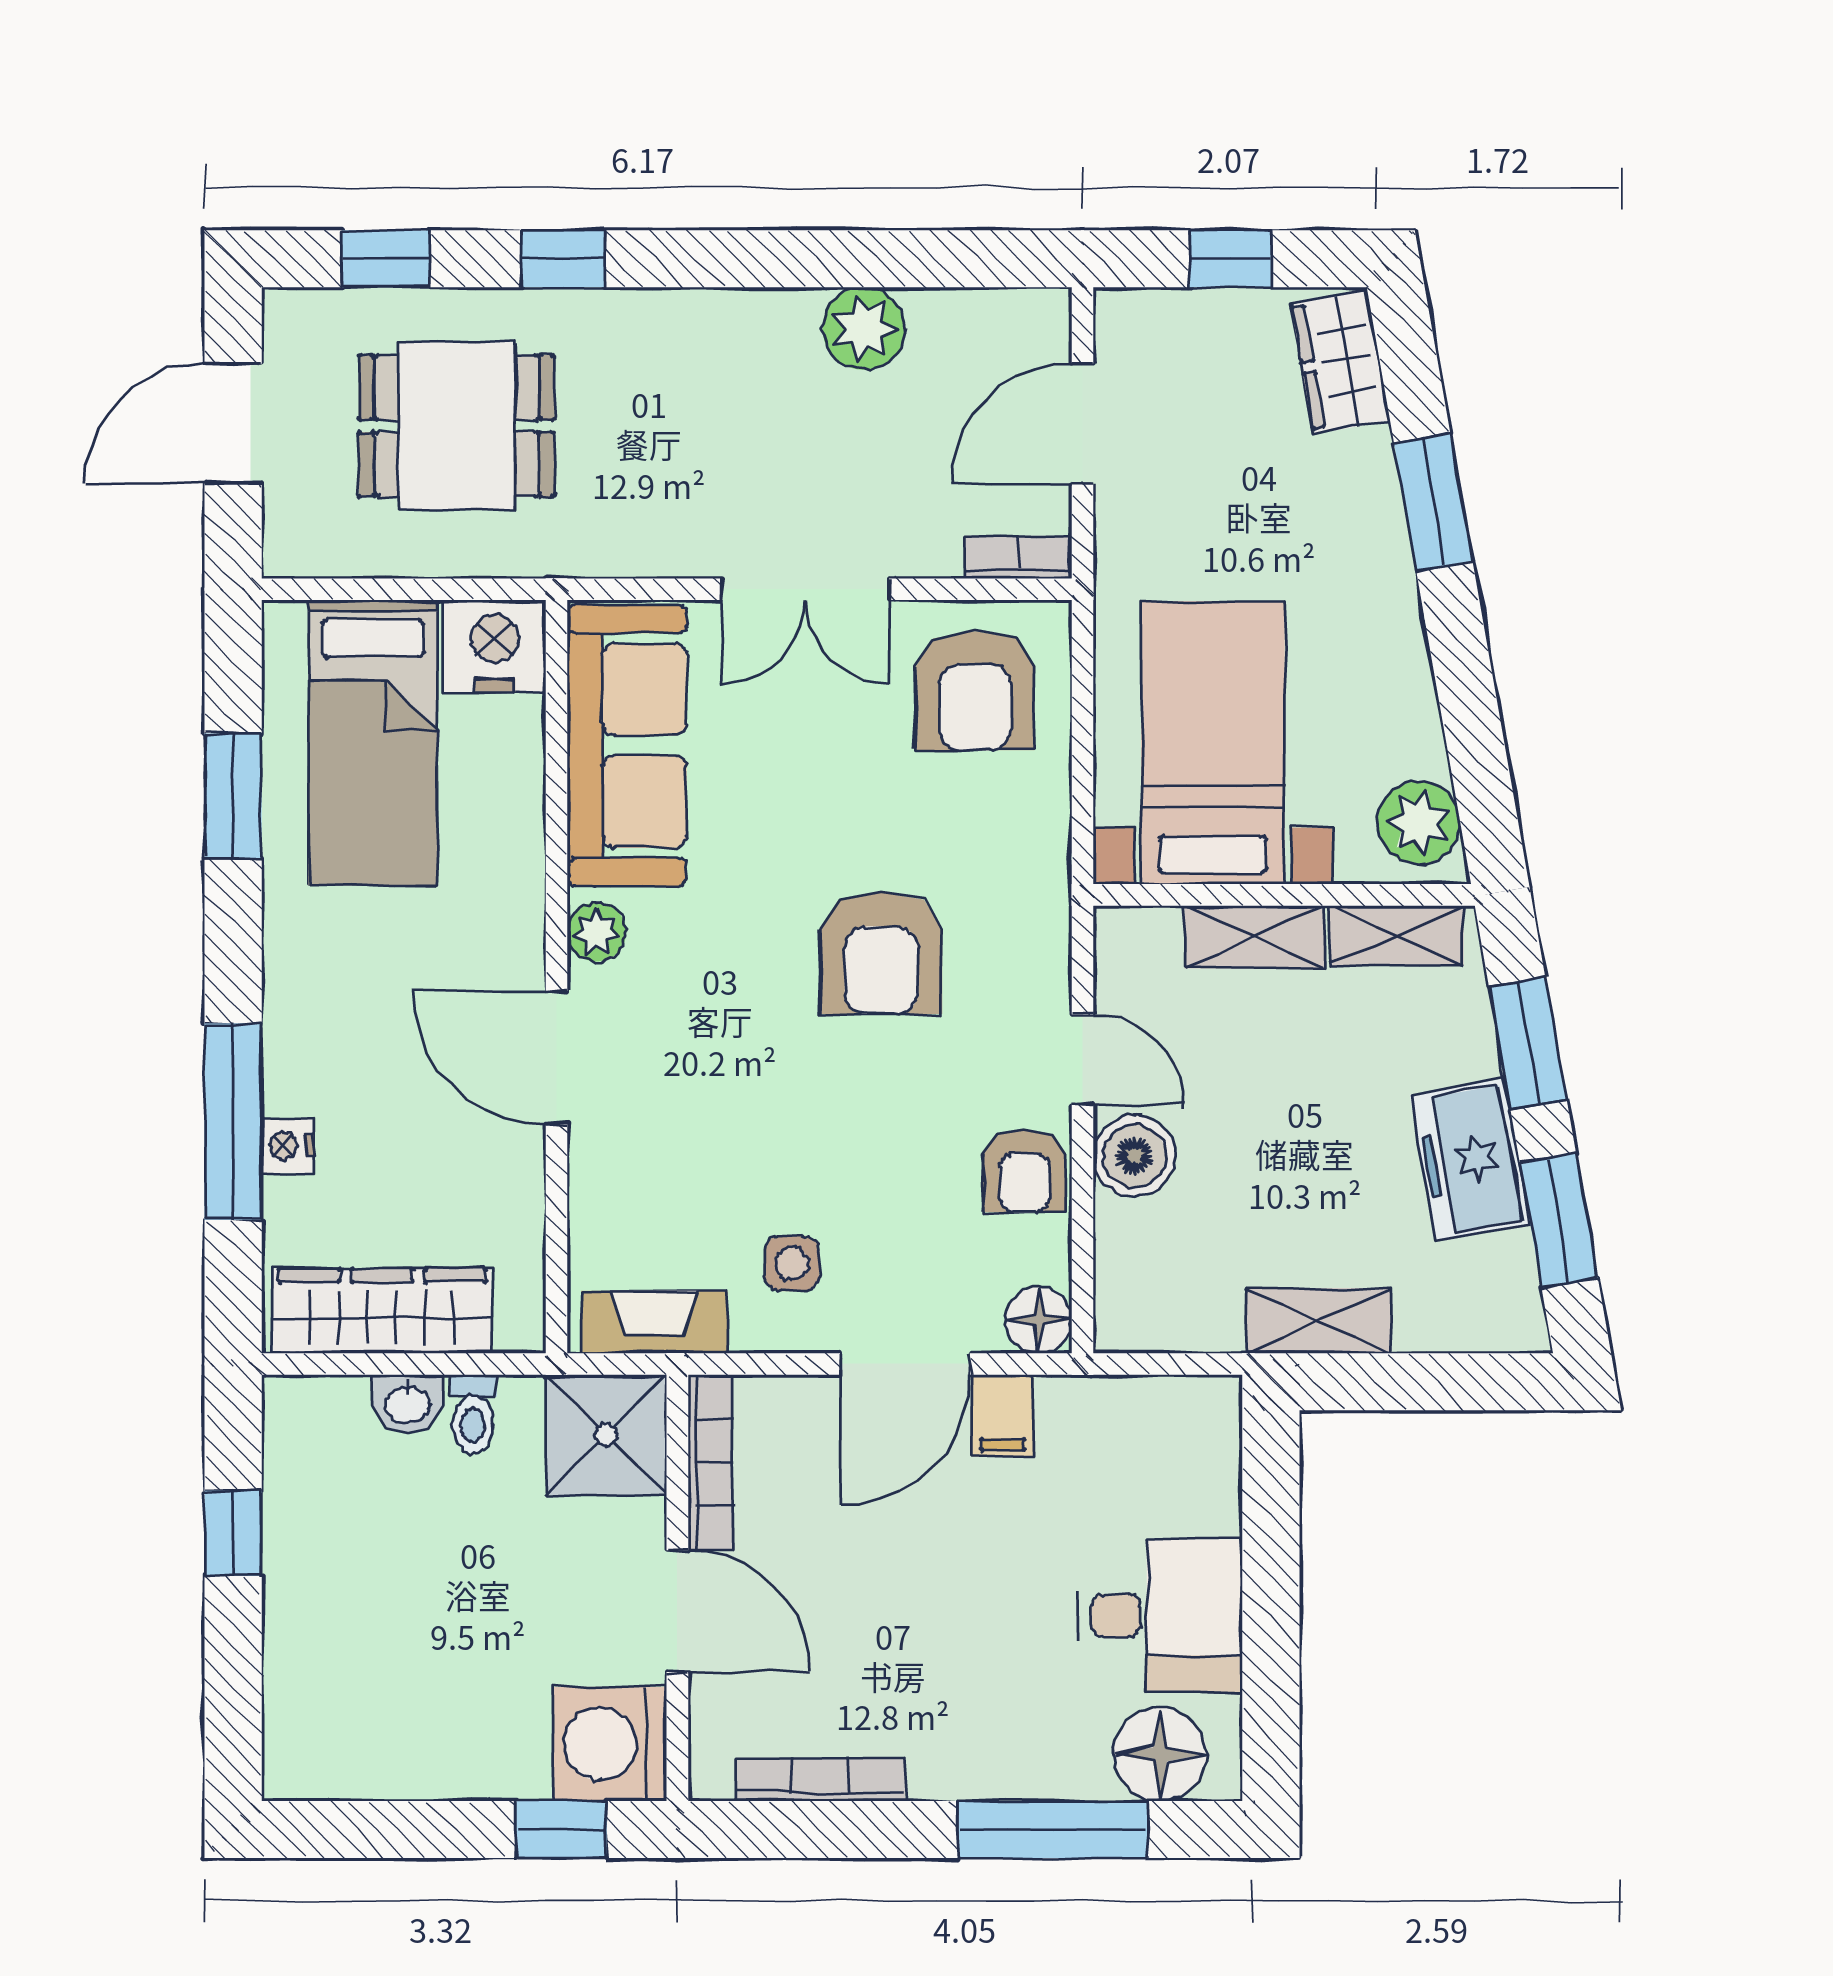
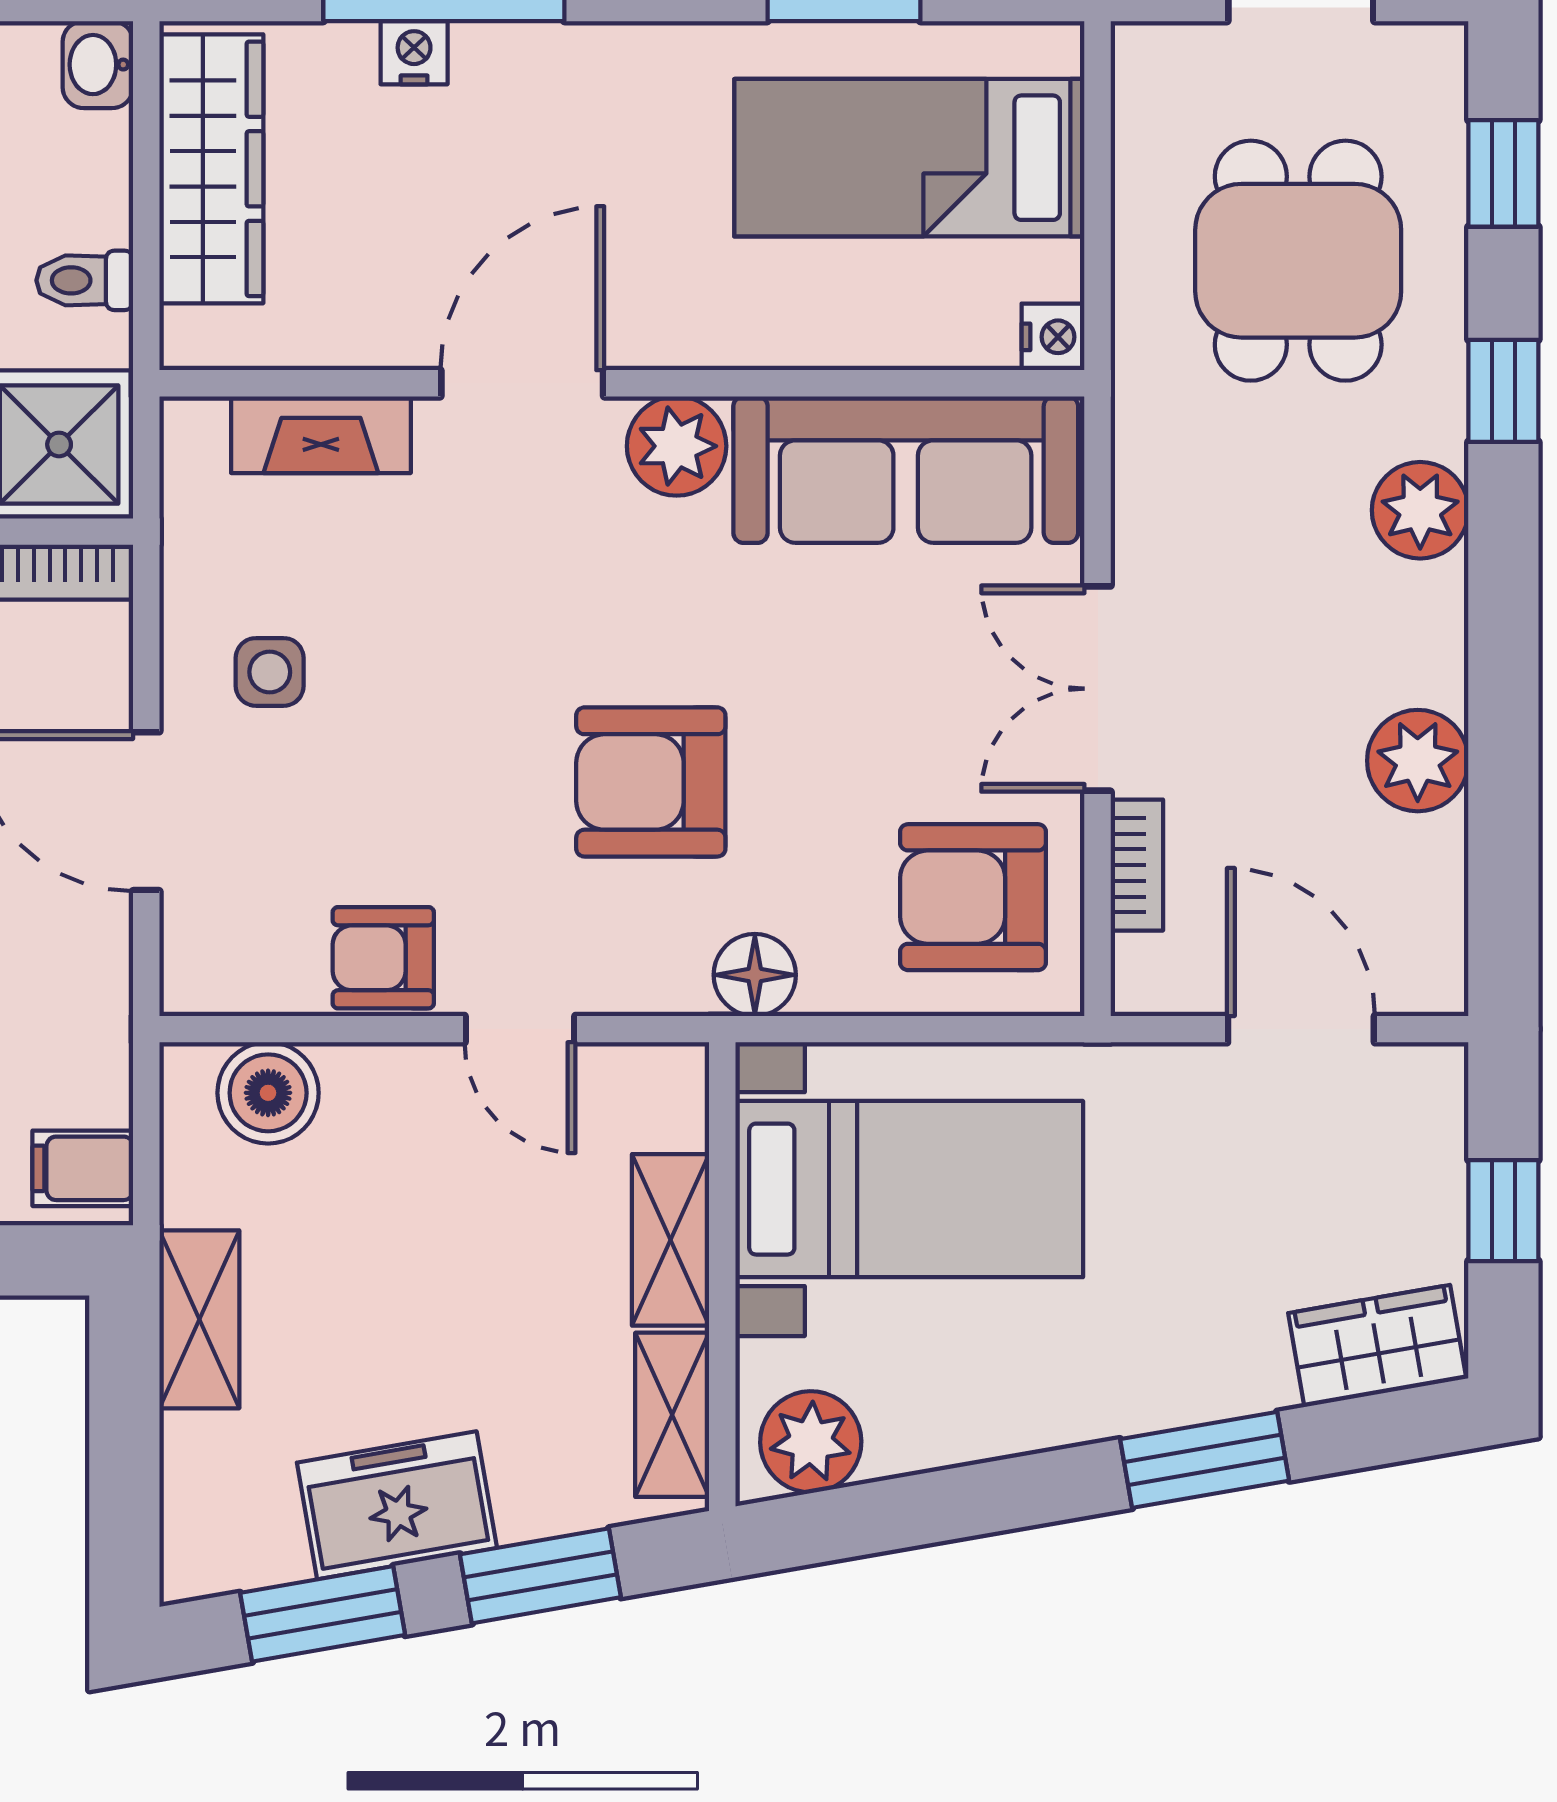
plant: (660, 327) -> (1420, 510), added
bookcase: (1018, 557) -> (1137, 865), moved
nightstand: (495, 646) -> (1053, 337), width x0.53, depth x0.56
plant: (597, 932) -> (677, 446), width x1.38, depth x1.38
door: (1083, 1060) -> (520, 1029), hinge flipped
boiler: (1134, 1156) -> (268, 1093), moved
floor lamp: (1038, 1320) -> (755, 975), moved
fireplace: (654, 1322) -> (321, 435), moved, turned 90
washbasin: (407, 1403) -> (98, 65), moved
filing cabinet: (1003, 1416) -> (83, 1168), moved

